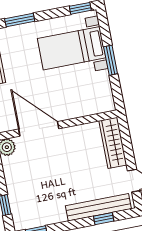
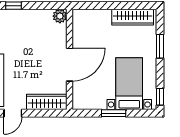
door: (39, 129) -> (70, 65), moved

